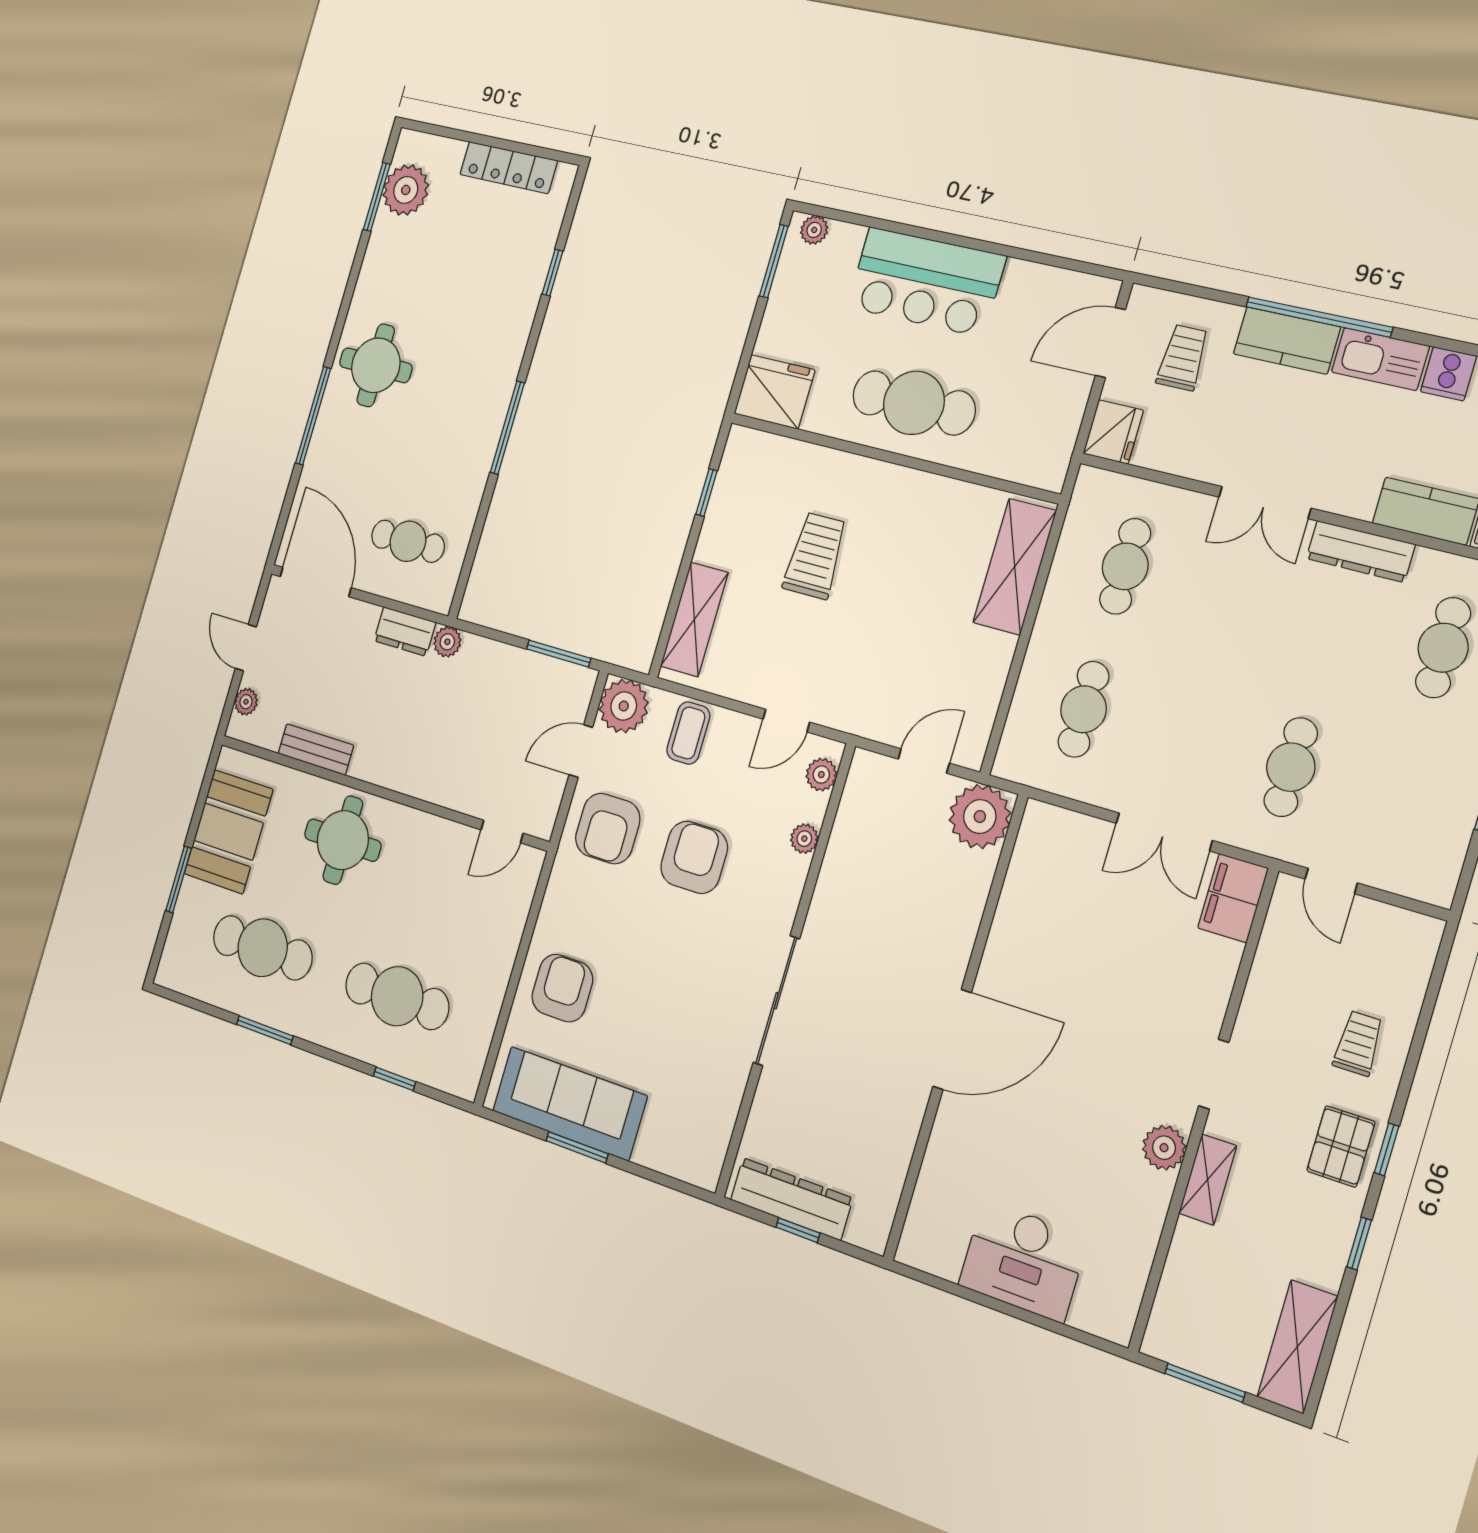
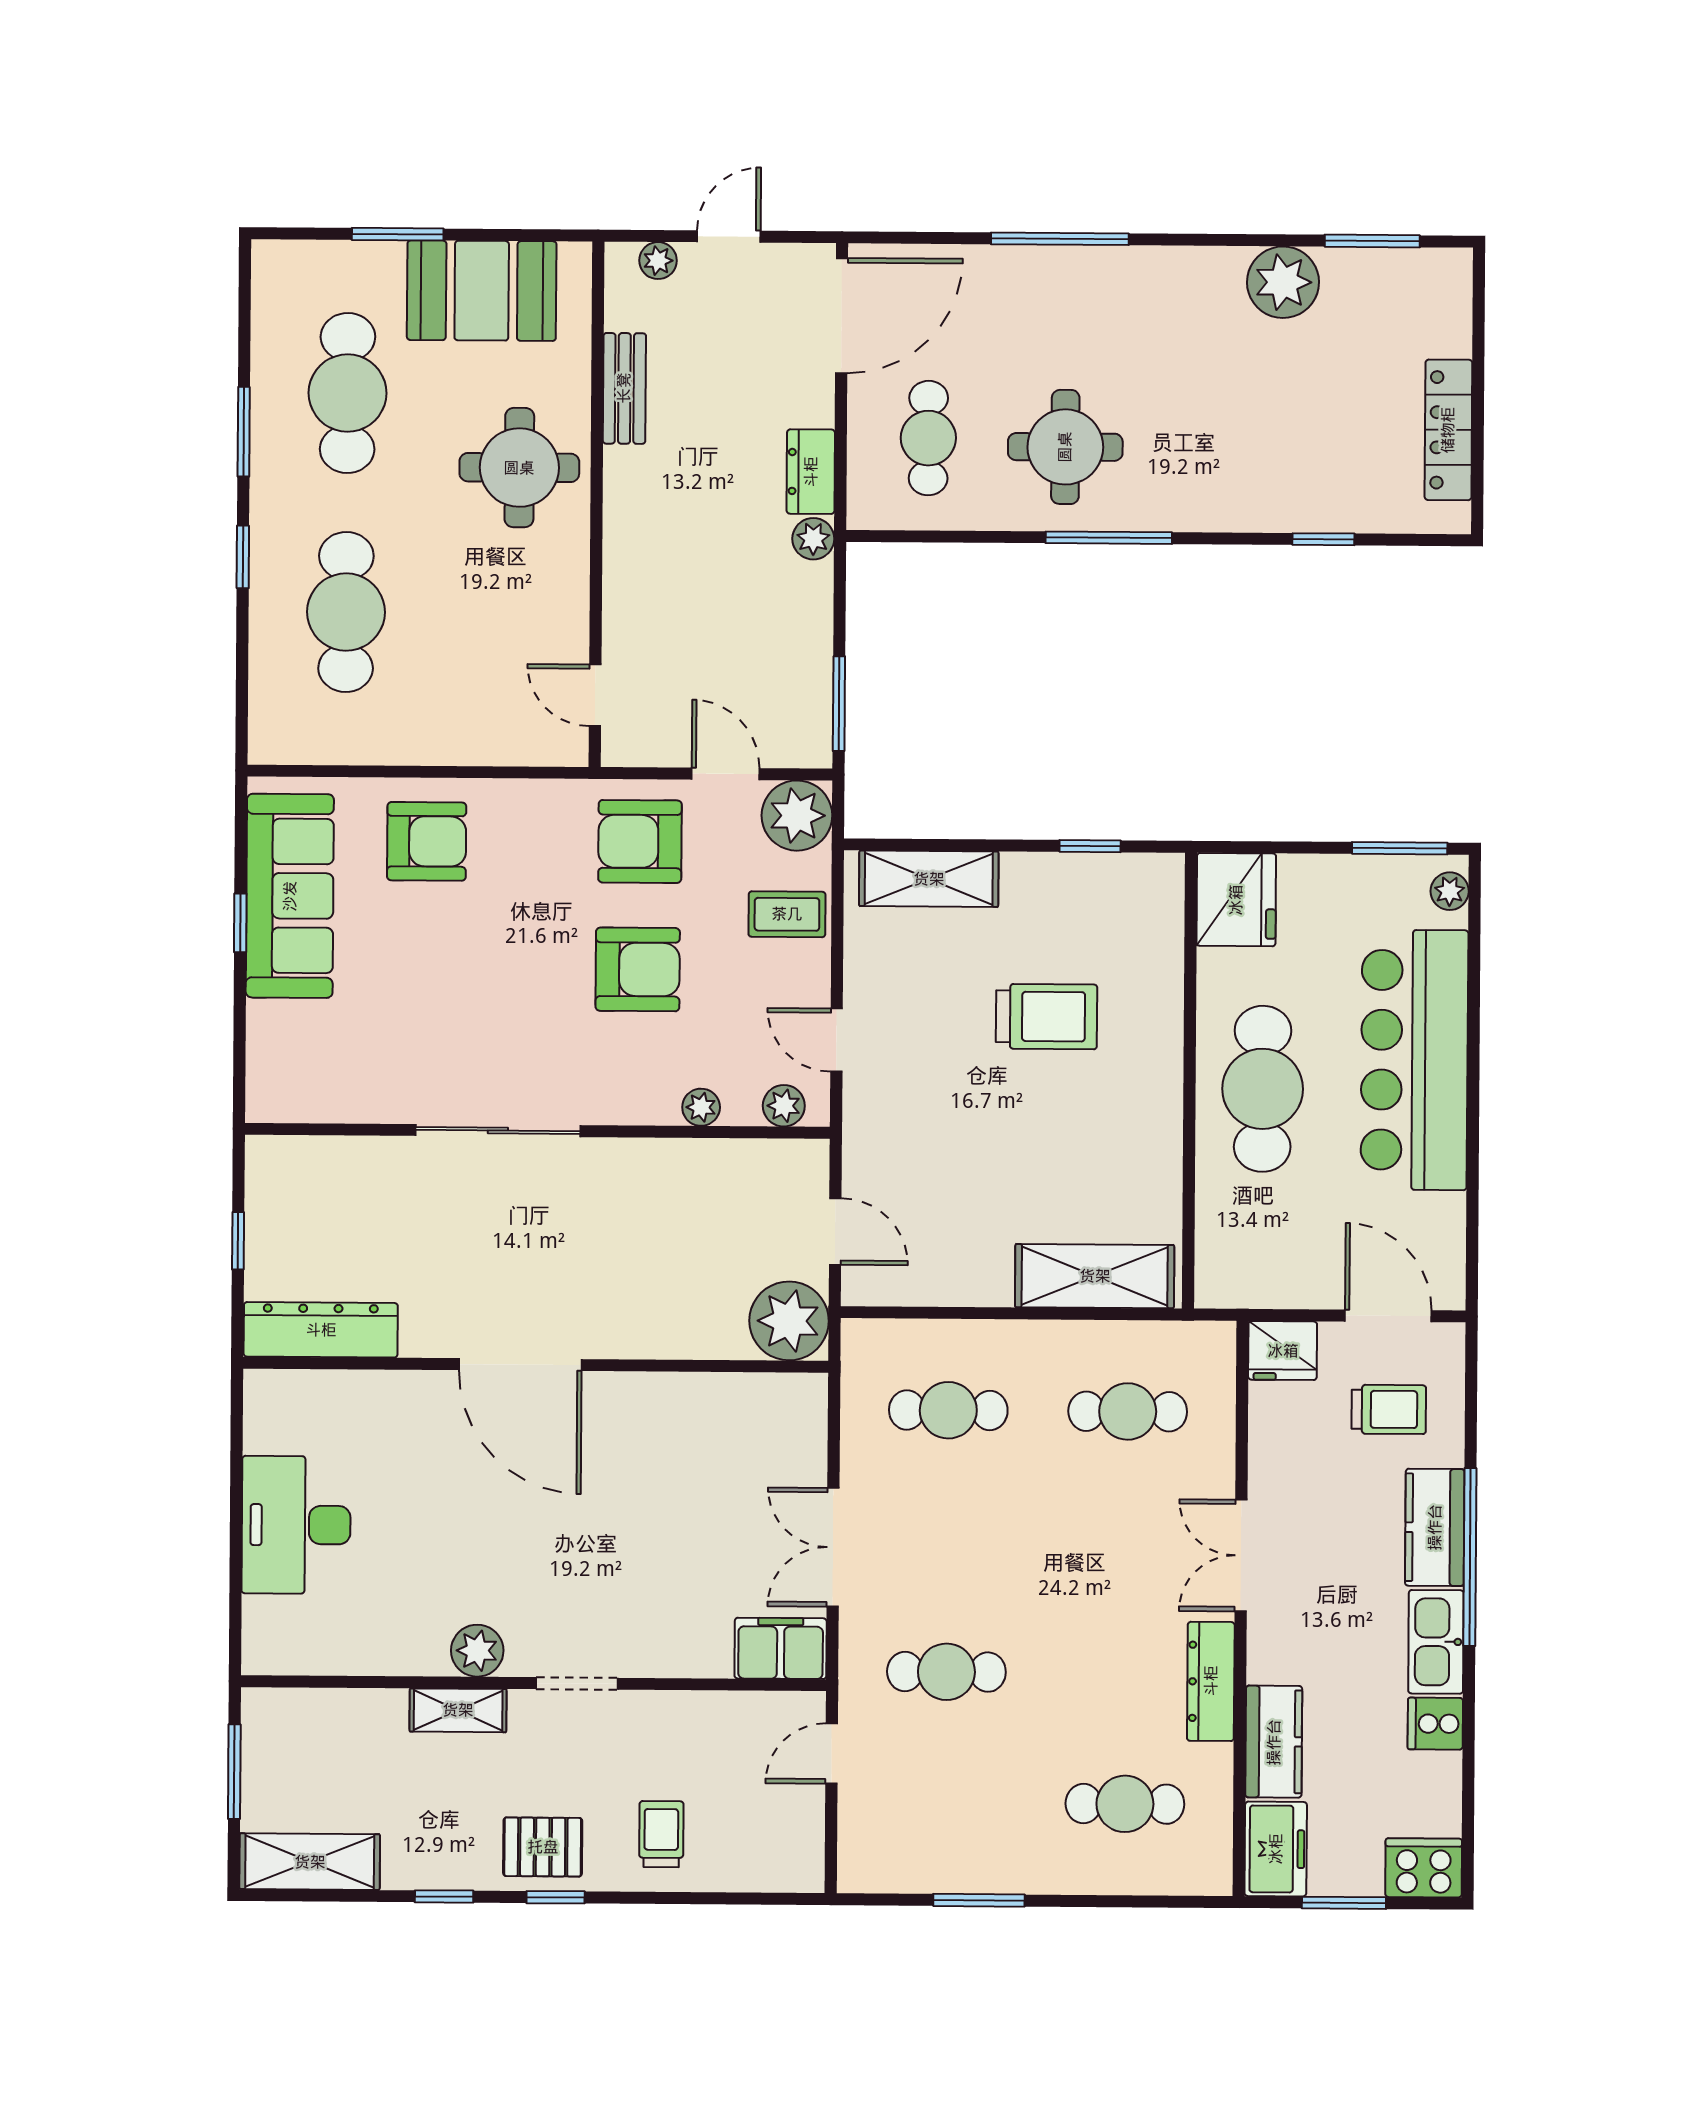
plant: (406, 190) -> (1283, 282), moved
bar counter: (926, 282) -> (1414, 1060), width x1.36
round table: (376, 365) -> (1065, 447), moved
trolley: (1358, 1043) -> (661, 1834), turned -90
window: (394, 1079) -> (243, 557), moved
window: (577, 1147) -> (240, 923), width x0.67
dresser: (791, 1199) -> (321, 1330), moved, turned -90

